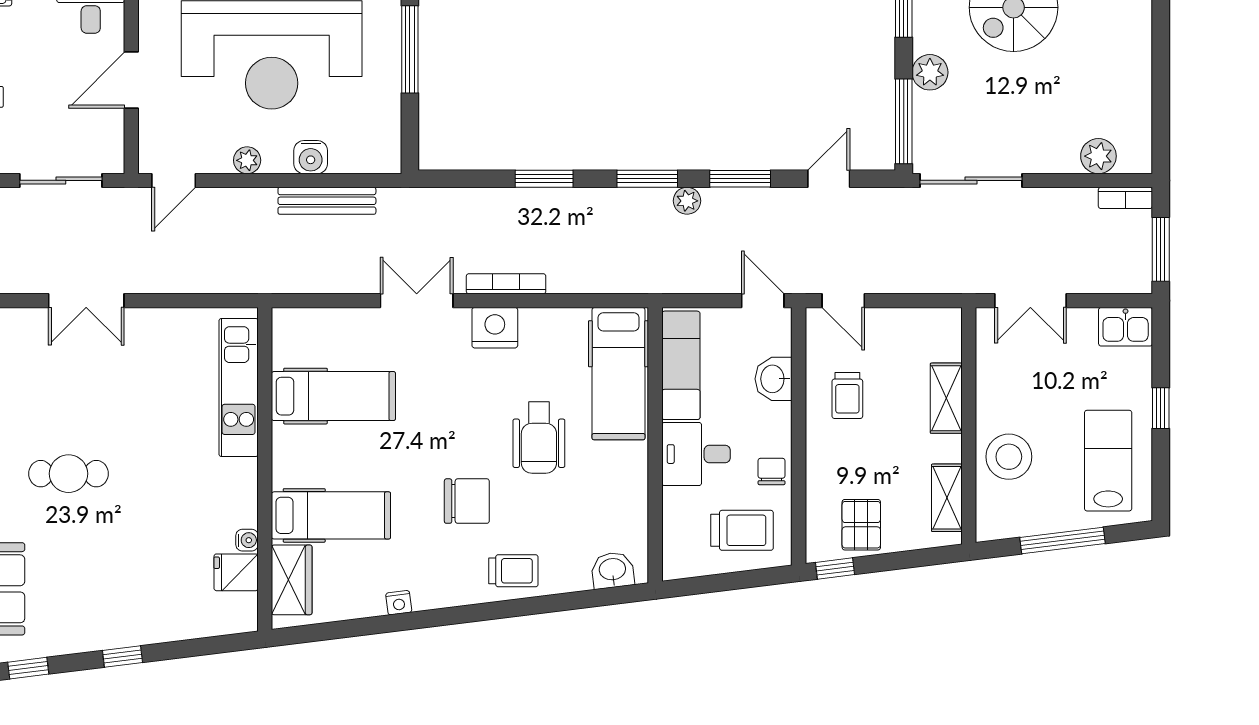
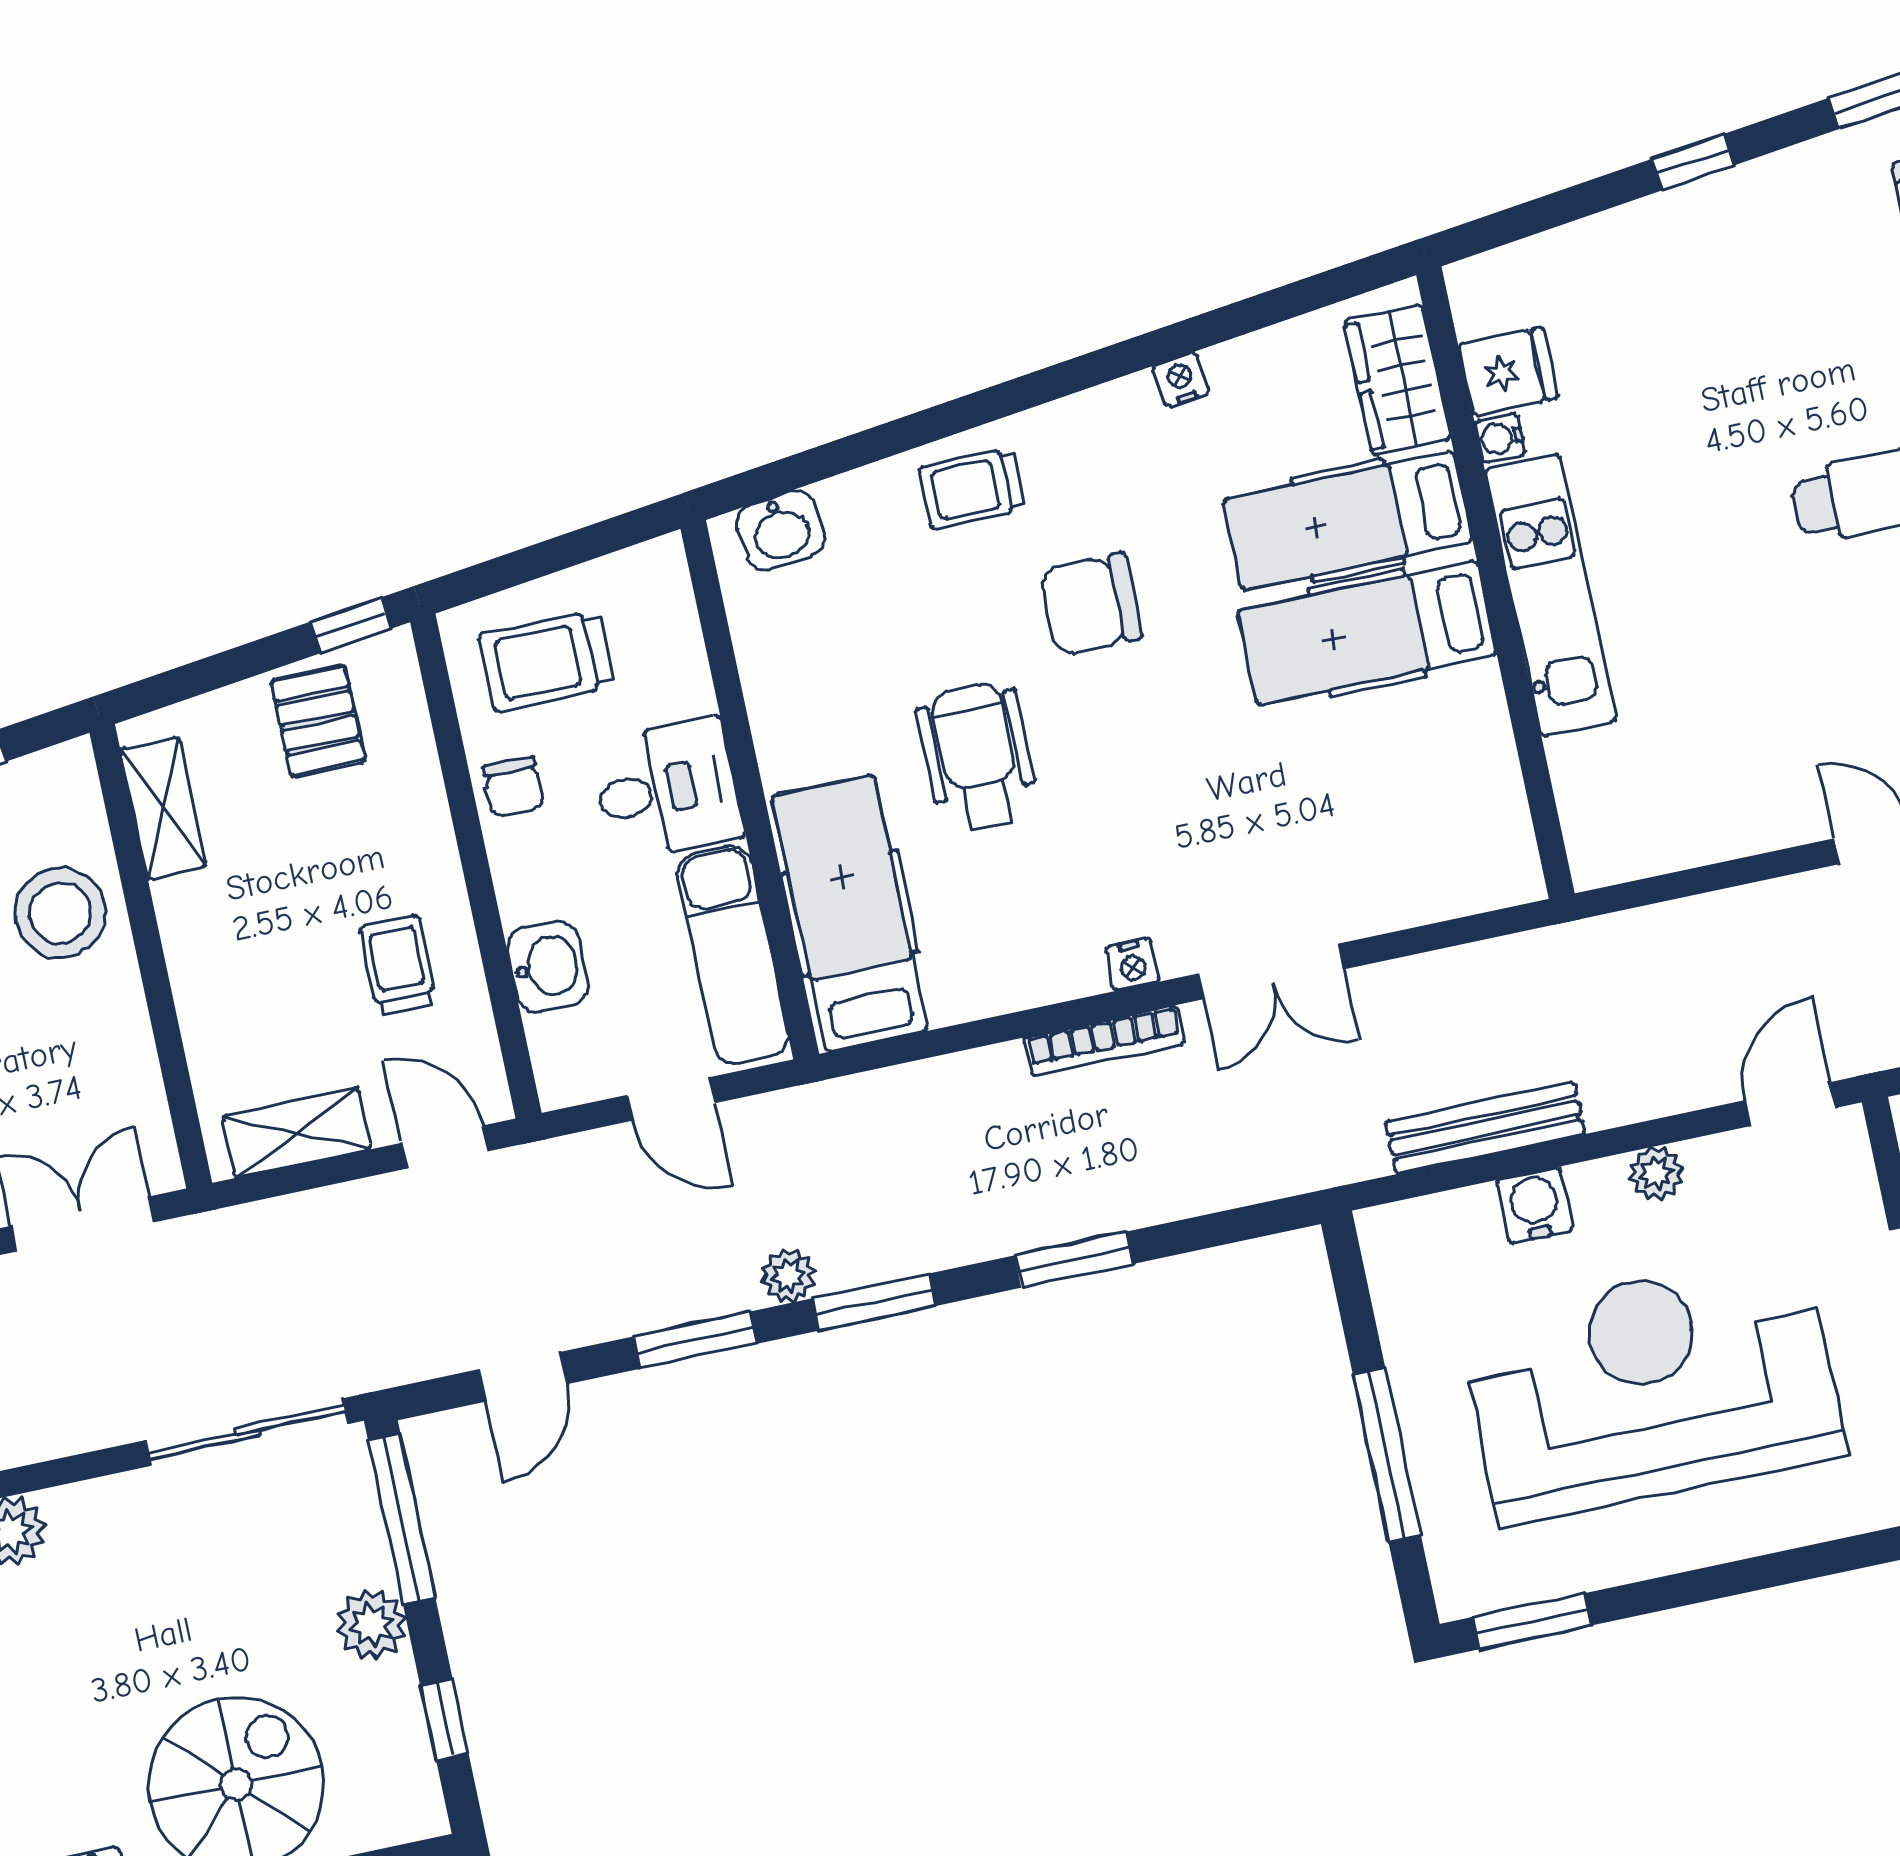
door: (763, 301) -> (671, 1099), moved
nightstand: (495, 328) -> (1133, 964), width x0.53, depth x0.56
kitchen unit: (239, 388) -> (1551, 595), moved
hospital bed: (333, 396) -> (1367, 633), moved
shelving: (946, 398) -> (296, 1133), moved, turned 90

